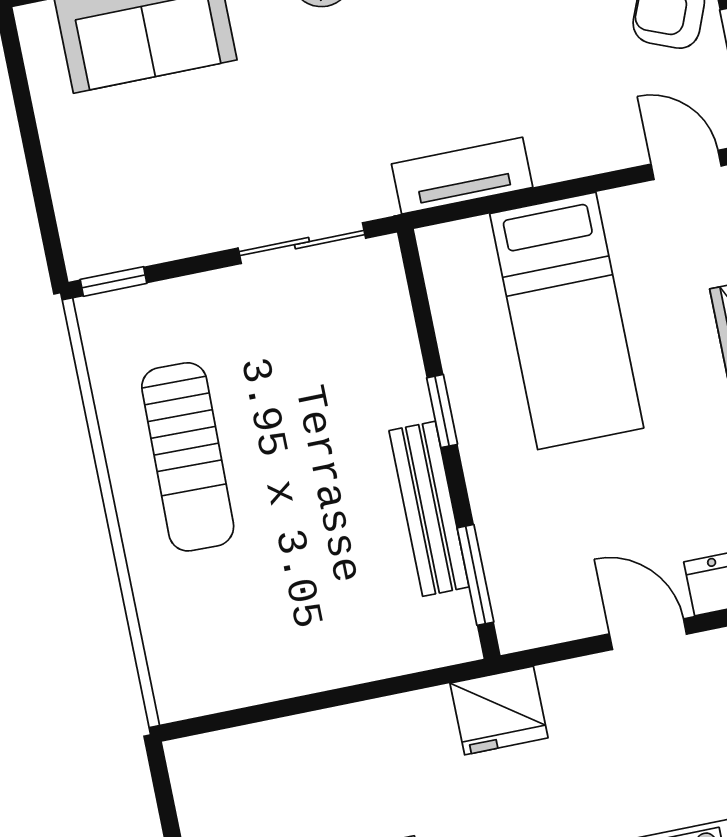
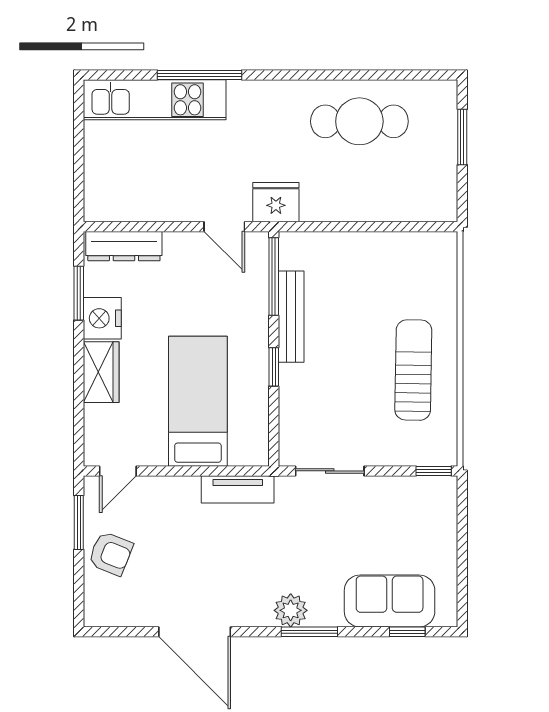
door: (686, 165) -> (118, 471), hinge flipped
window: (475, 575) -> (274, 276), width x1.44
door: (648, 634) -> (224, 227), moved

